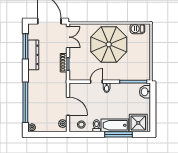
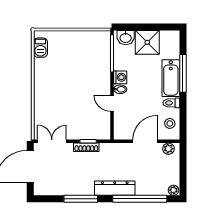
parasol: (109, 44) -> (62, 86), removed
window: (25, 46) -> (81, 199), moved
dresser: (33, 55) -> (115, 188), moved
washing machine: (116, 88) -> (120, 77), added
shower: (138, 123) -> (147, 42), moved

